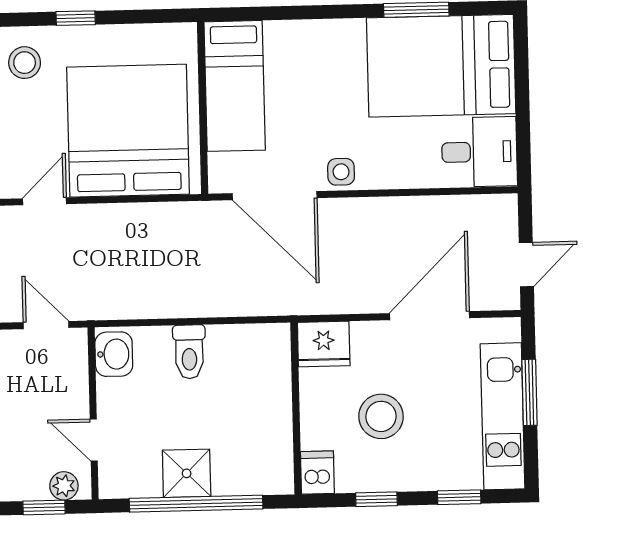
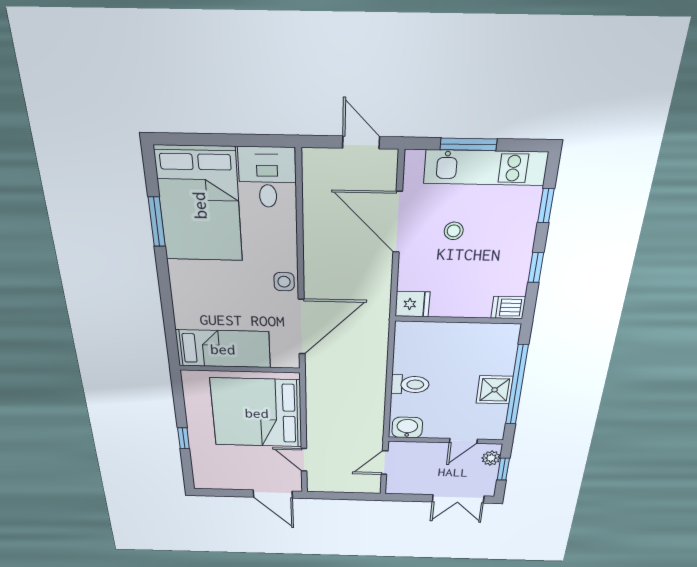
stool: (25, 63) -> (215, 466), removed
fridge: (324, 344) -> (412, 304), width x0.72
stool: (381, 416) -> (454, 231), moved, width x0.53, depth x0.53

